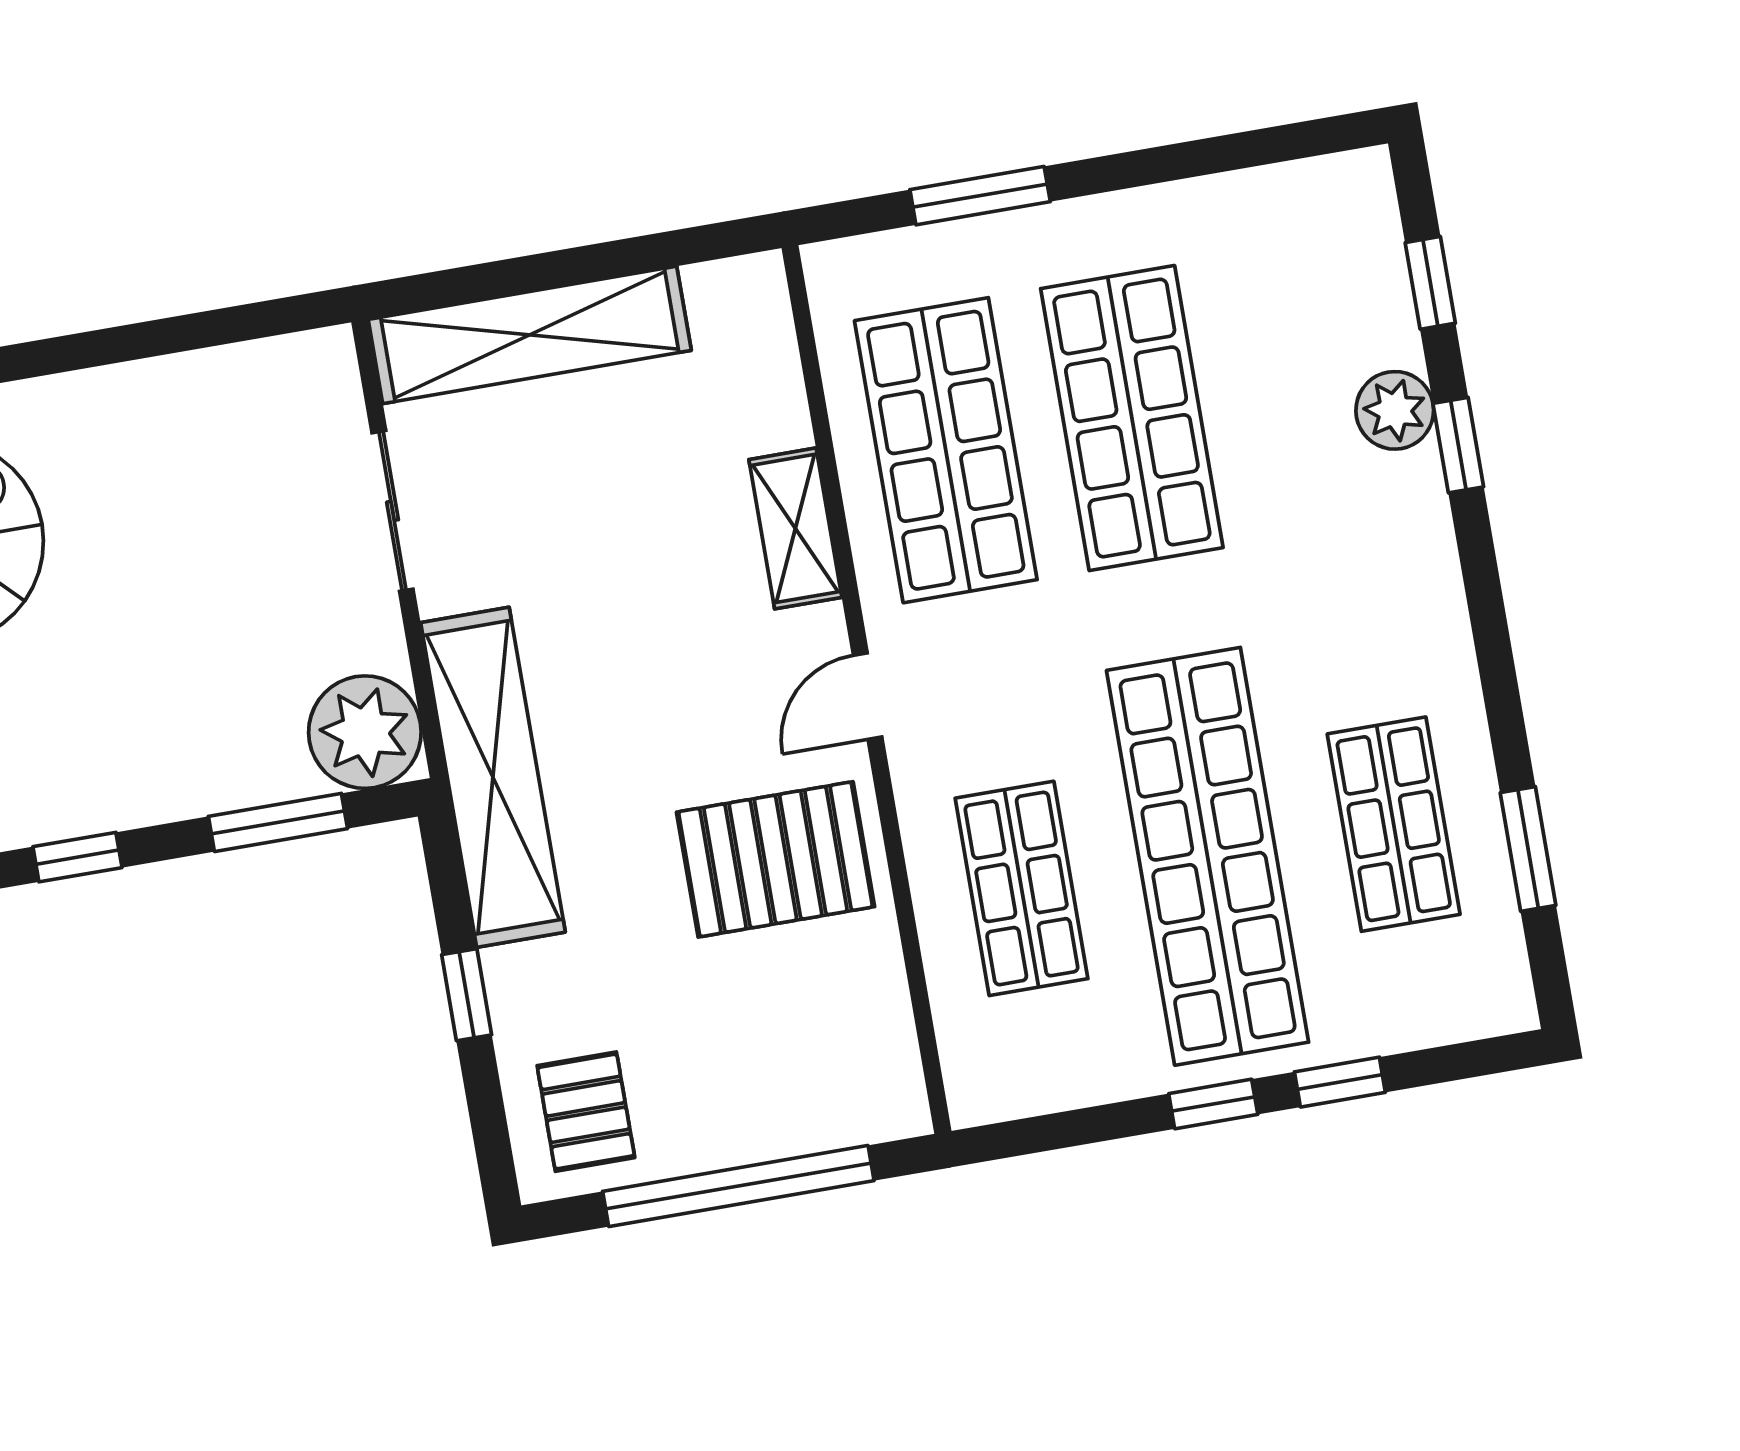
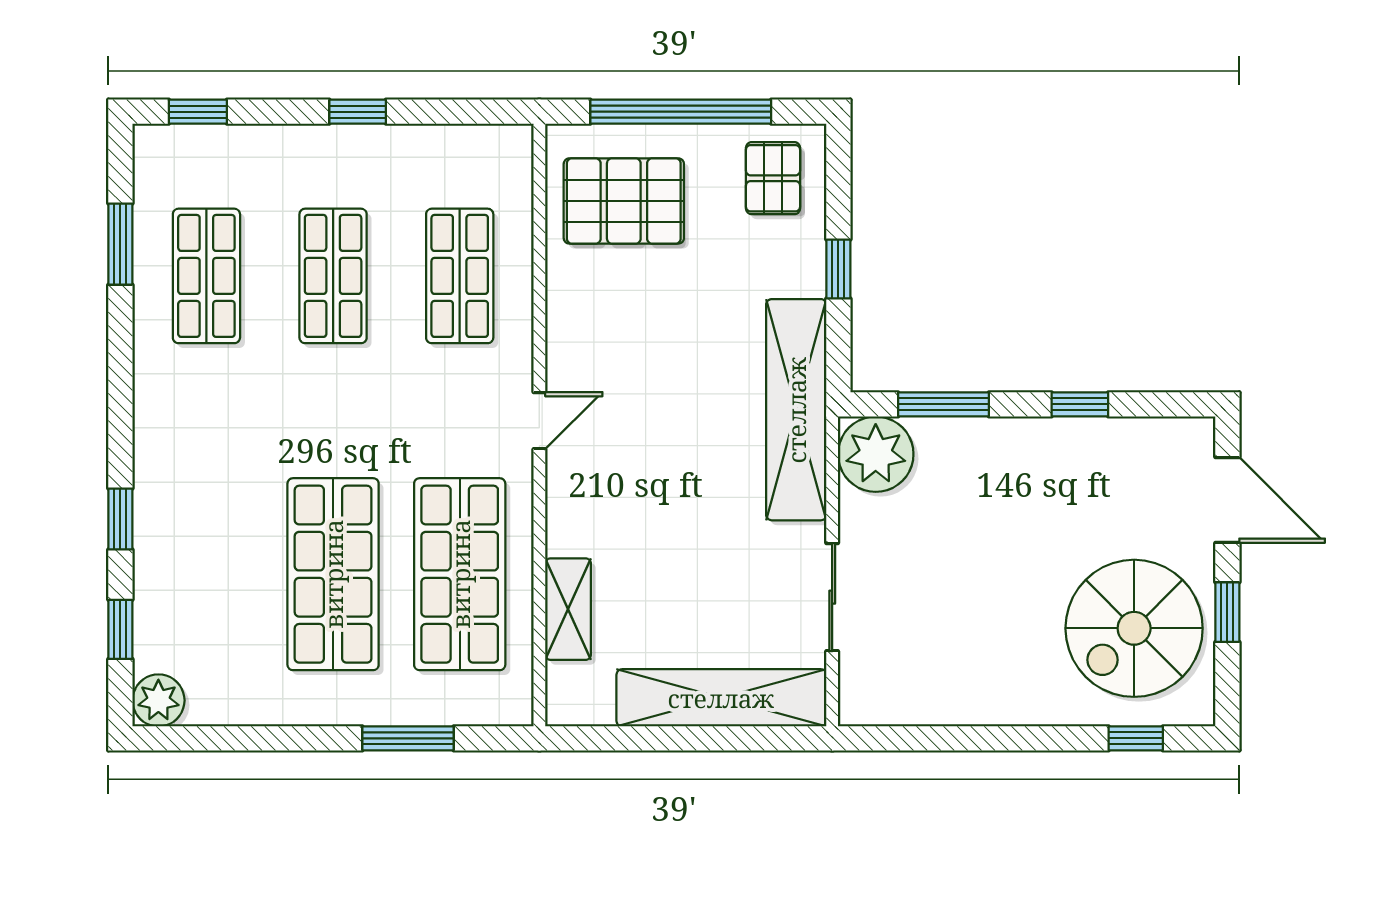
plant: (1395, 410) -> (158, 700), moved
shelving: (795, 528) -> (568, 609), moved
shop shelf: (1208, 856) -> (333, 276), width x0.50, depth x0.74
pallet: (776, 859) -> (624, 201), moved
window: (1340, 1082) -> (198, 112), moved

